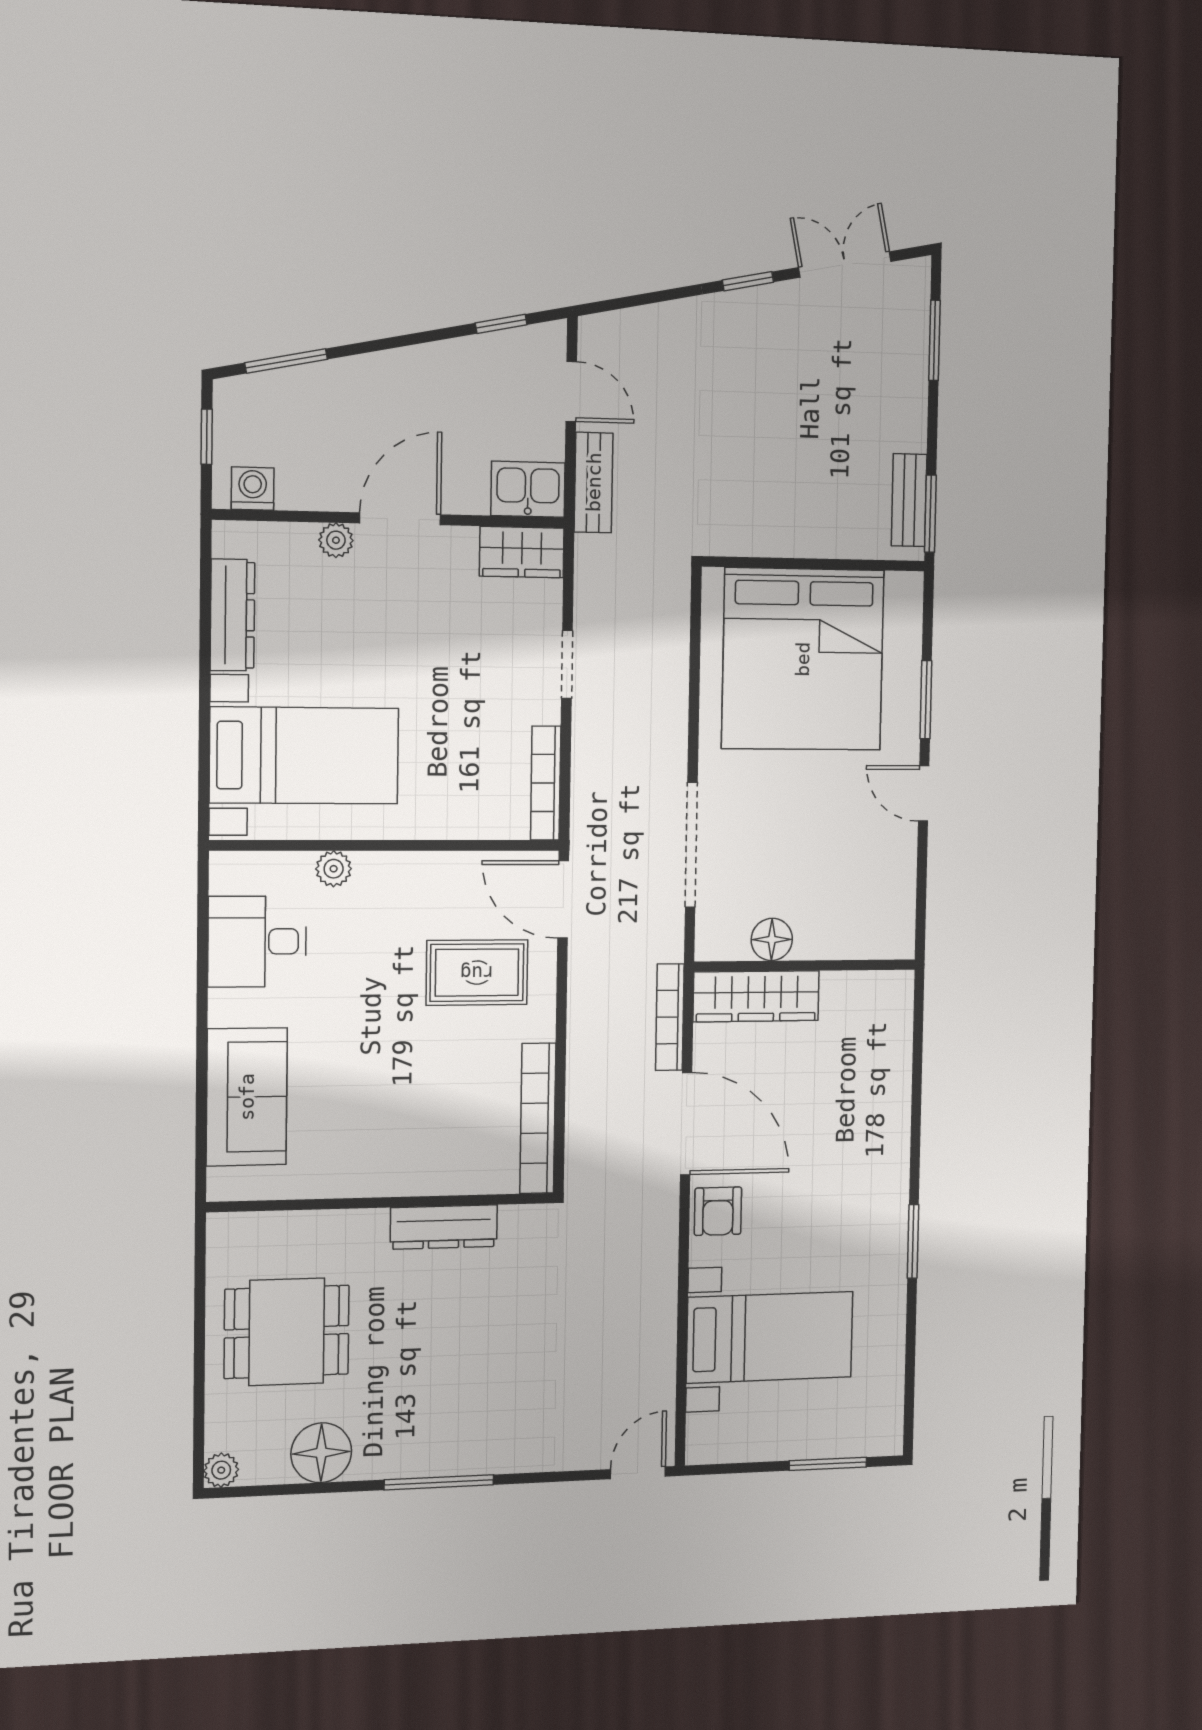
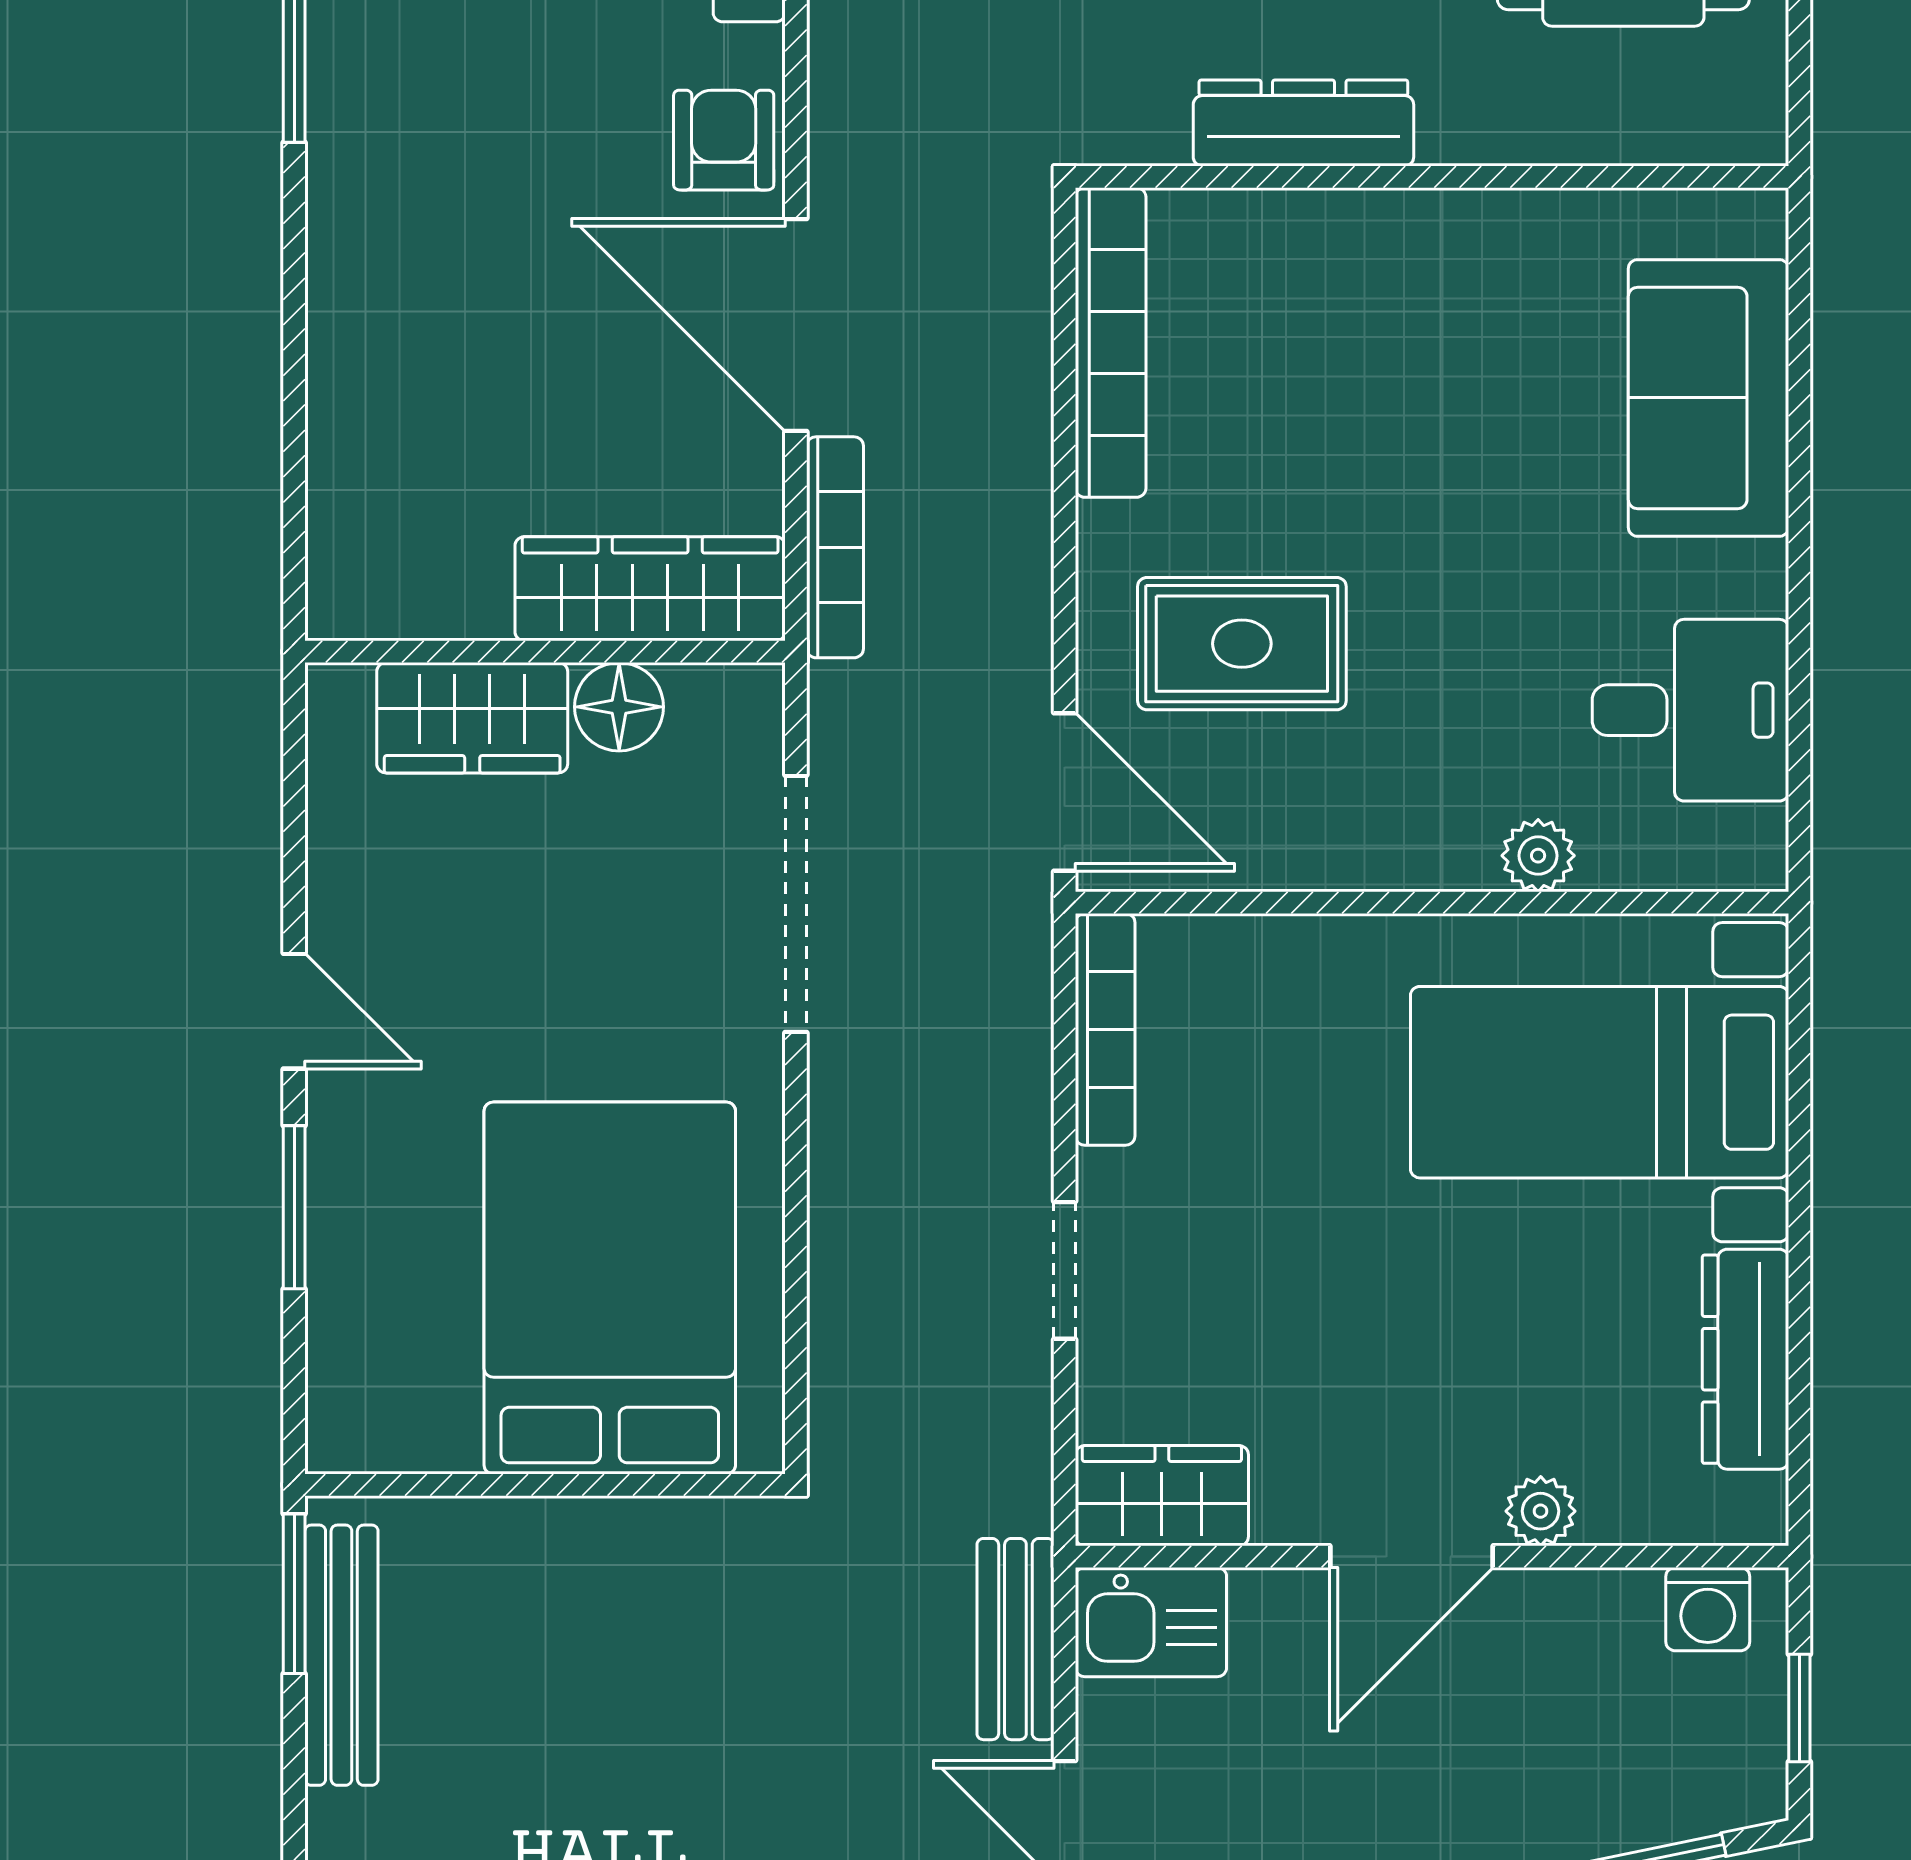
bench: (909, 500) -> (341, 1655), width x1.36
bed: (803, 659) -> (610, 1288), width x0.73
wardrobe: (839, 934) -> (472, 718), added

